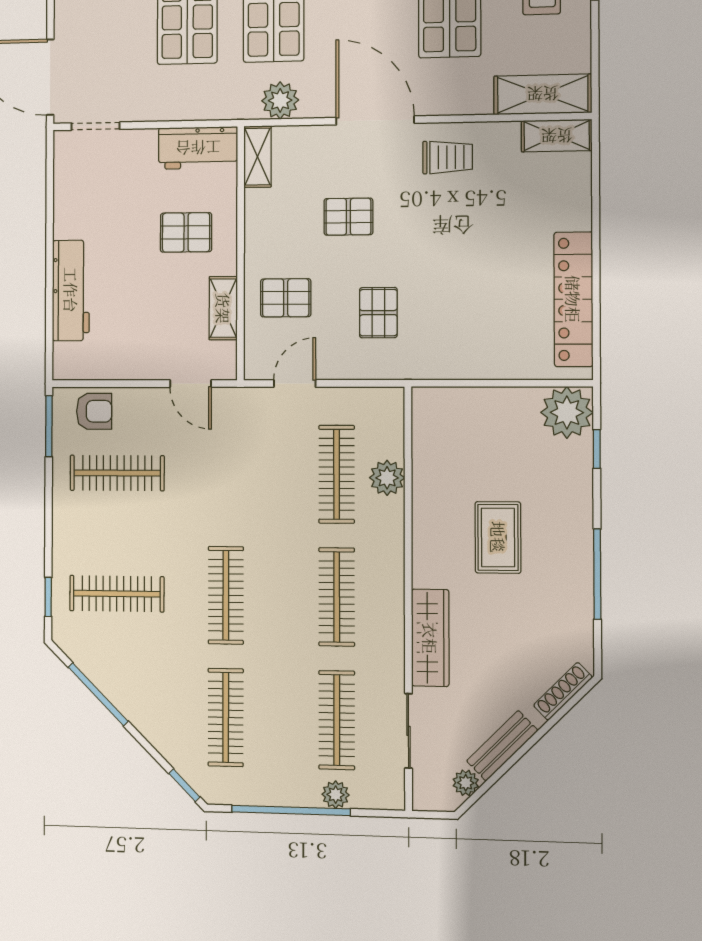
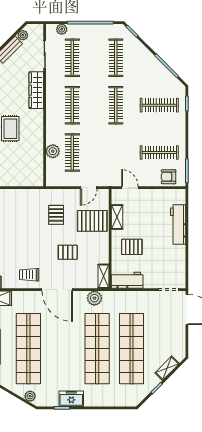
pallet: (286, 298) -> (92, 221), width x1.50, depth x1.42
plant: (336, 795) -> (62, 29), moved

